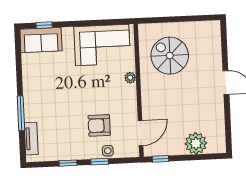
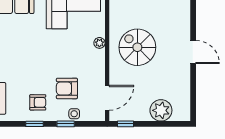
spiral stairs: (170, 56) -> (137, 47), moved
armchair: (70, 141) -> (38, 102), added

